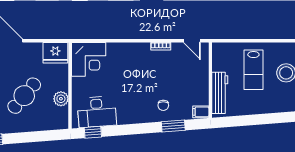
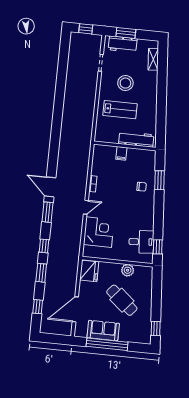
door: (192, 41) -> (86, 207), moved
corner desk: (89, 59) -> (99, 232), moved
desk: (97, 112) -> (141, 242), width x0.73
filing cabinet: (201, 112) -> (121, 153), moved

